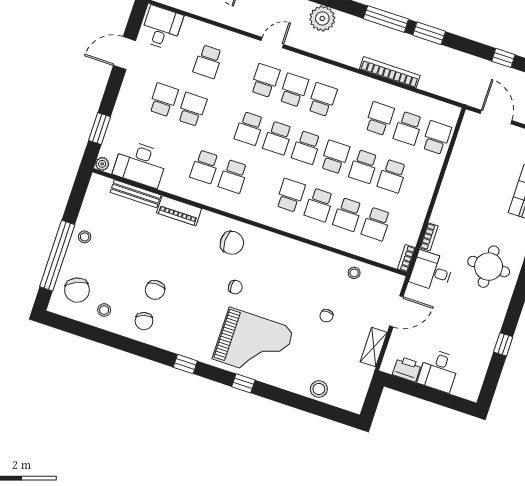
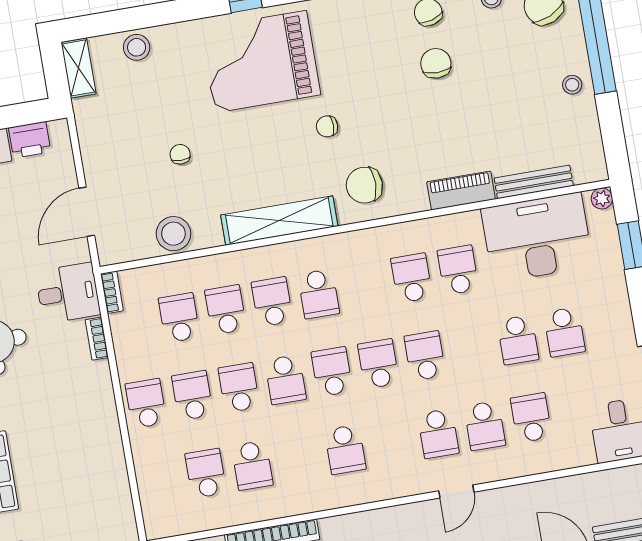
school desk: (294, 90) -> (485, 426), moved
school desk: (437, 138) -> (146, 403), moved, turned 180
desk: (140, 164) -> (537, 238), width x1.36, depth x1.30
shelving: (291, 248) -> (279, 221), added
stool: (354, 273) -> (173, 234), width x1.89, depth x1.89
shelving: (374, 347) -> (78, 68), moved

